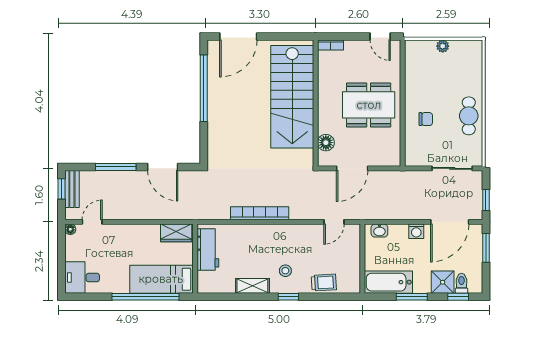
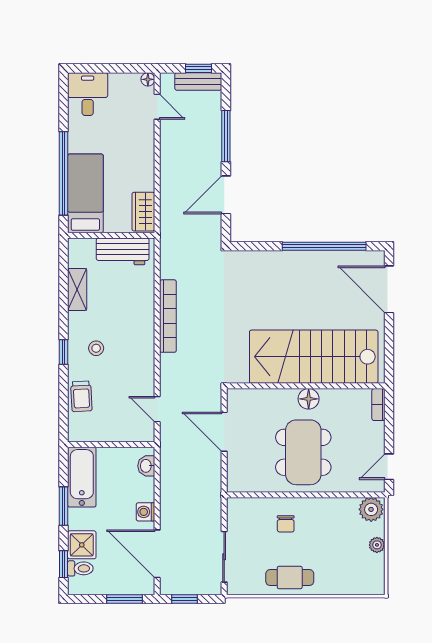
plant: (414, 51) -> (371, 509), added
floor lamp: (326, 143) -> (309, 399), moved
shelving: (252, 286) -> (77, 289), moved

